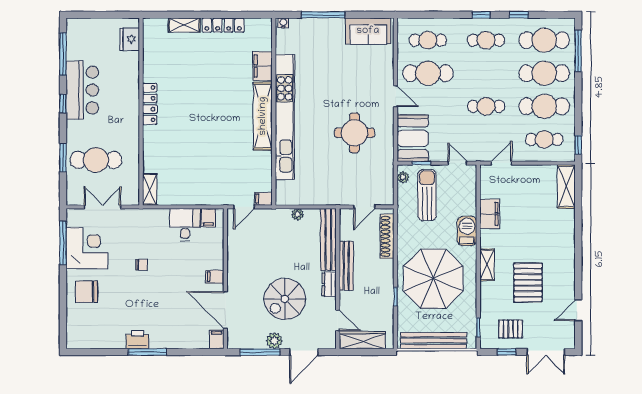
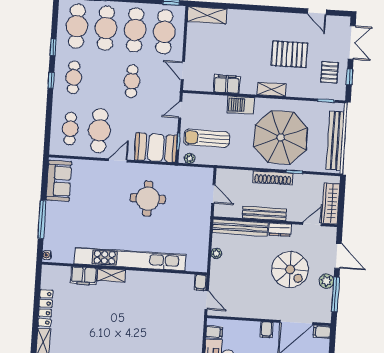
shelving: (263, 116) -> (111, 275), width x0.45, depth x0.75
cafe table: (544, 139) -> (164, 32), width x1.37, depth x1.35
shoe rack: (387, 236) -> (273, 178), moved

